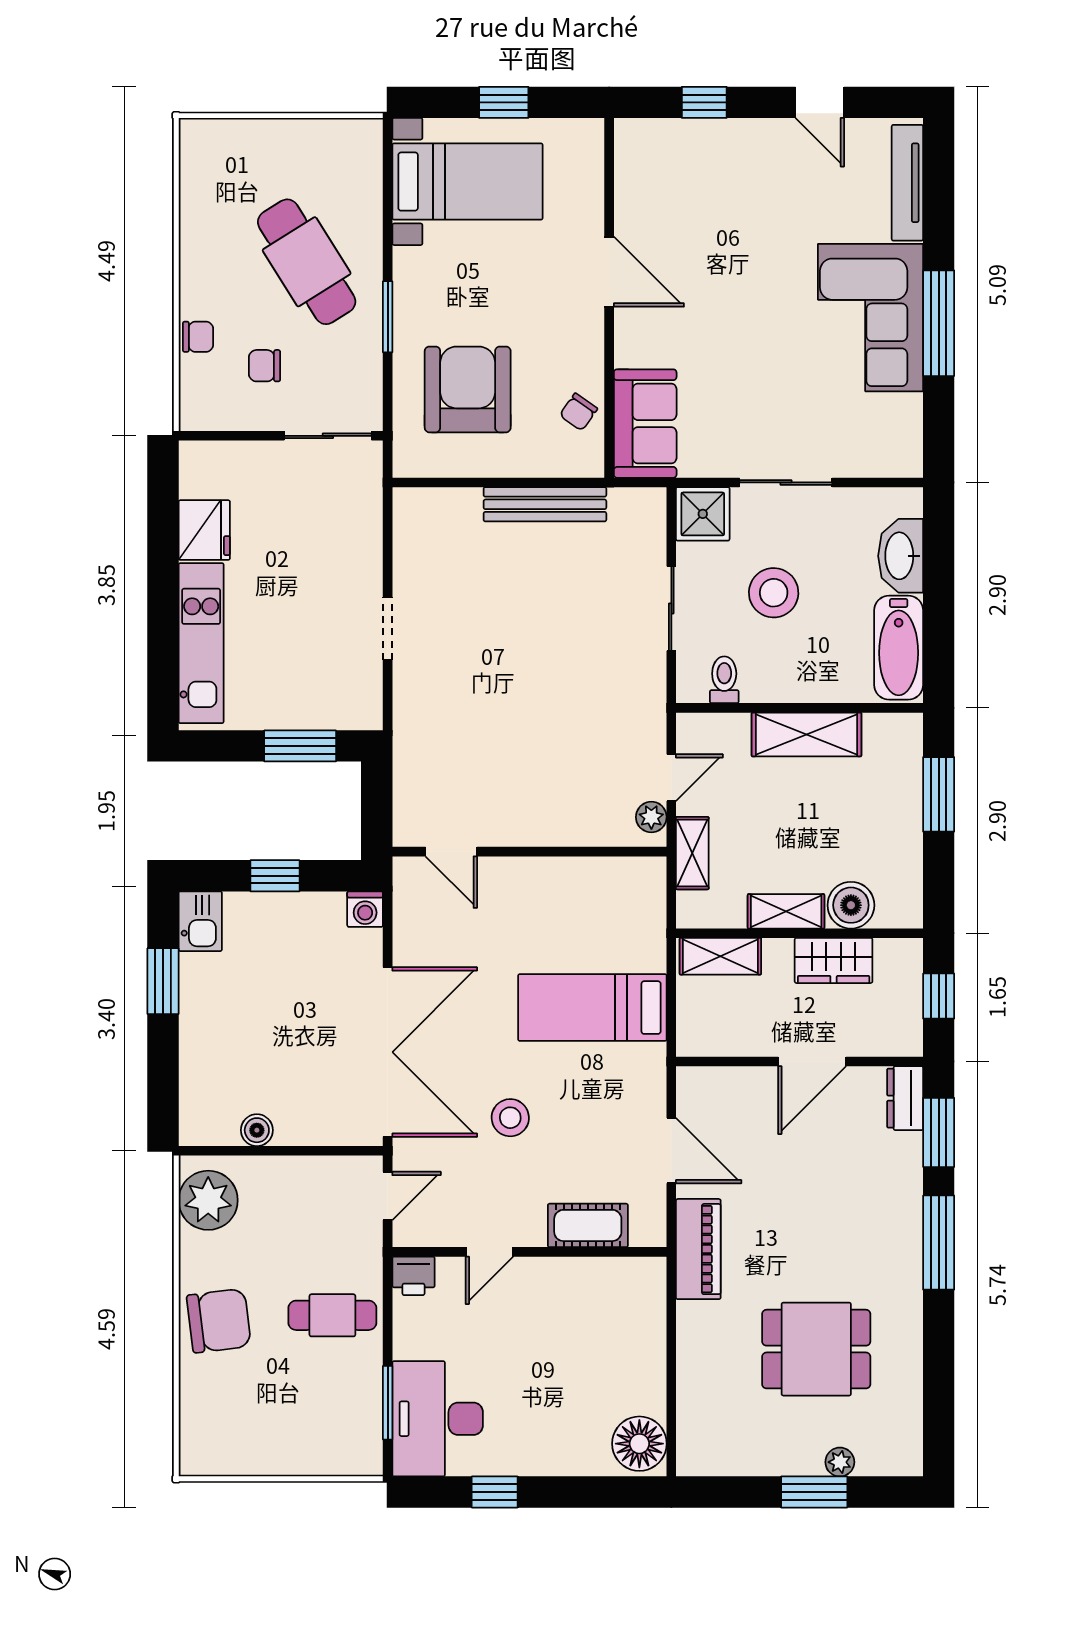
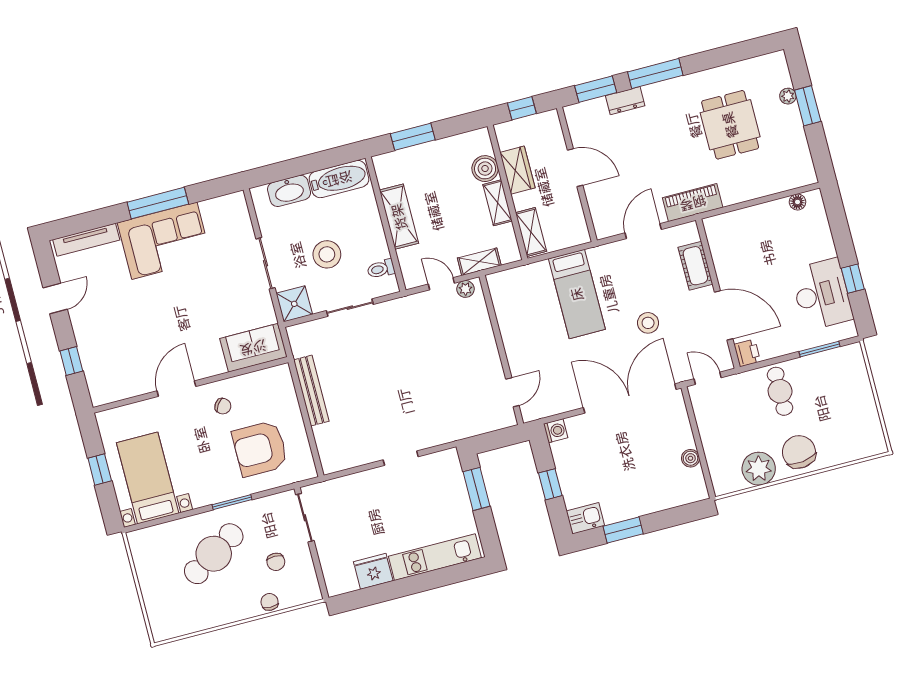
chair: (579, 412) -> (223, 406), moved
dresser: (905, 1098) -> (625, 101), moved
plant: (208, 1200) -> (759, 469), moved
door: (489, 1252) -> (724, 315), width x1.88
desk: (438, 1419) -> (822, 294), moved, turned -90
floor lamp: (639, 1444) -> (797, 202), width x0.53, depth x0.53

